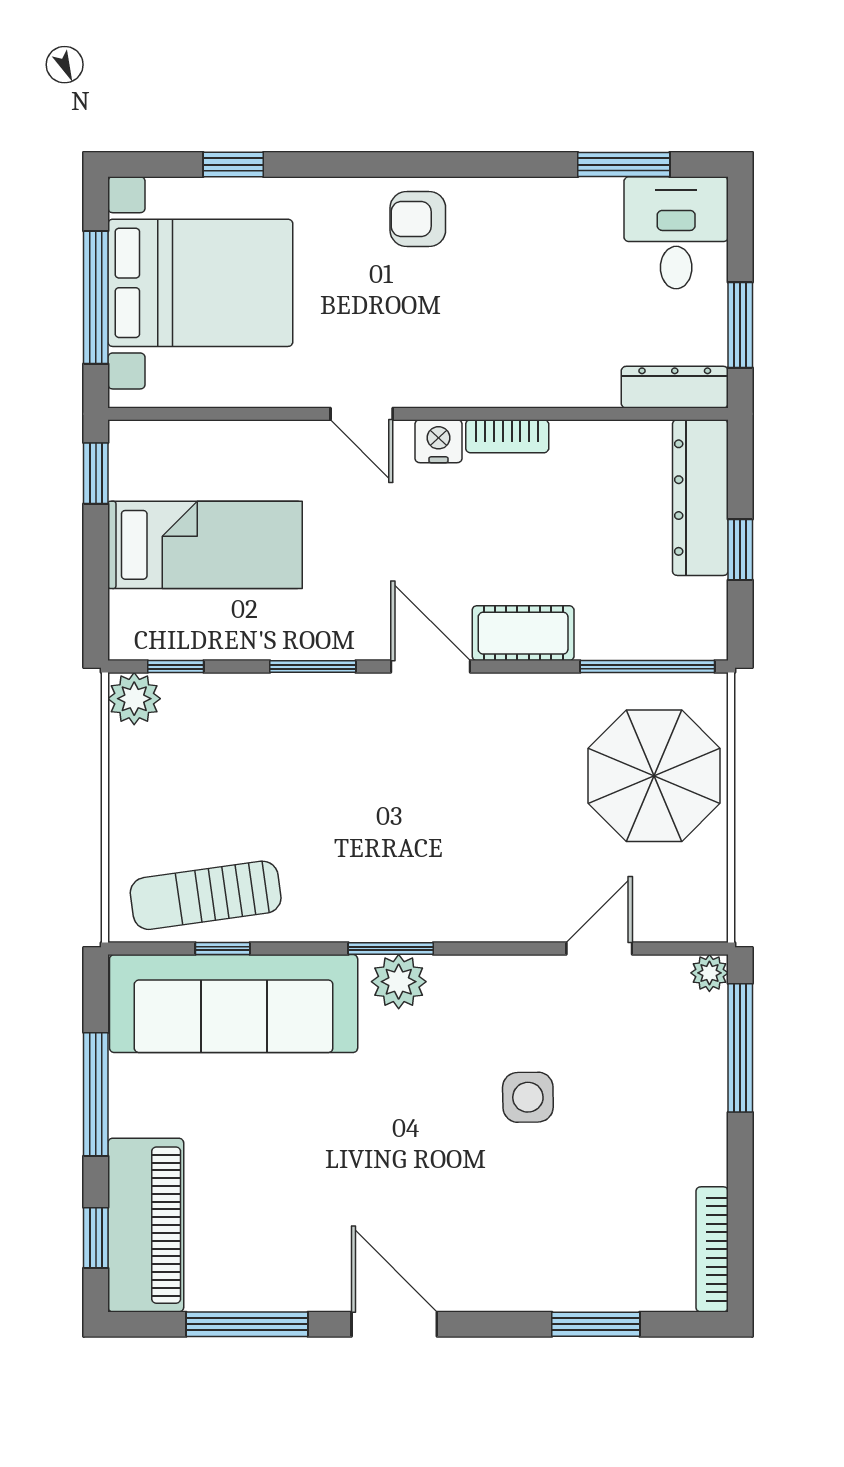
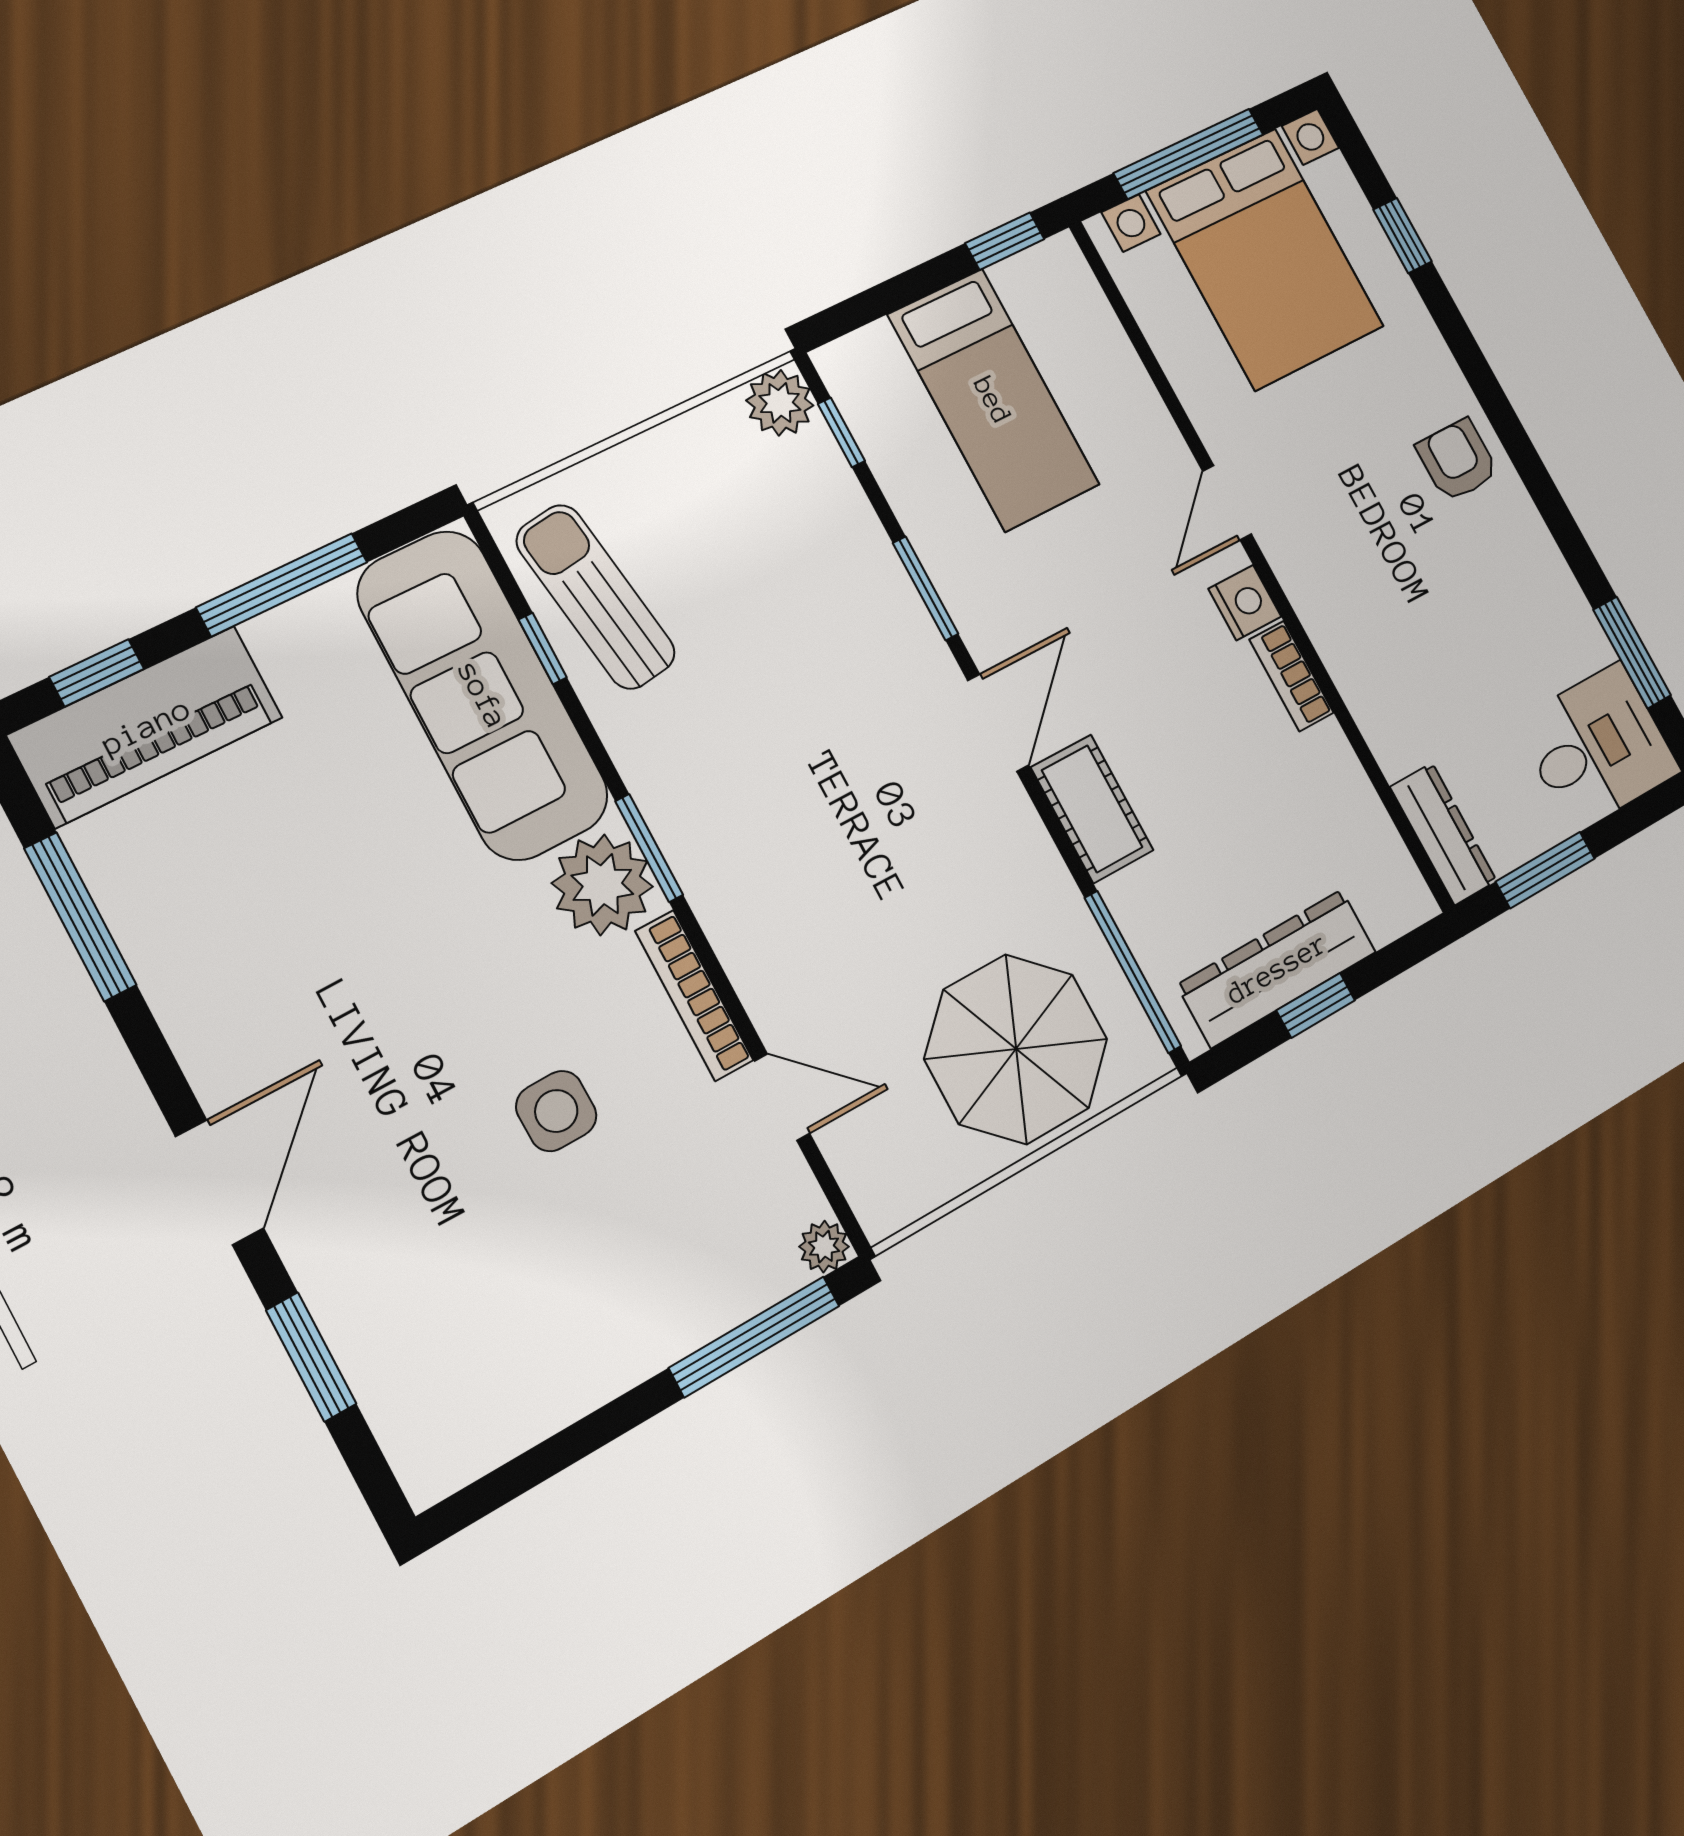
dresser: (700, 498) -> (1277, 968), moved
plant: (399, 982) -> (602, 885), width x1.36, depth x1.36
bookcase: (712, 1249) -> (694, 996), moved, turned -90
door: (394, 1324) -> (220, 1182), moved

